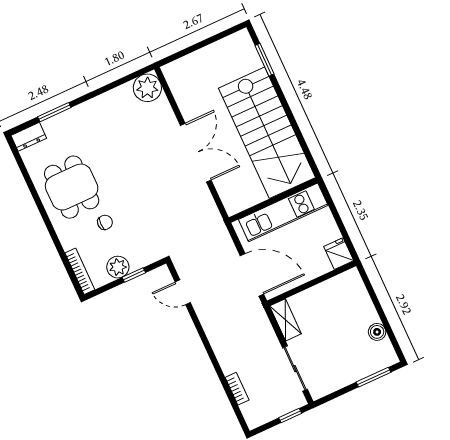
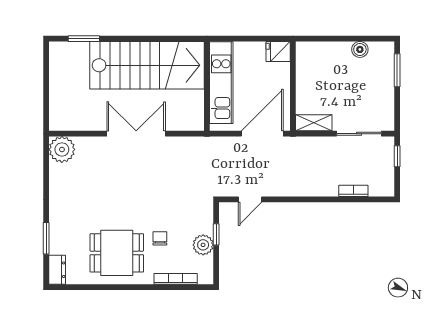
bookcase: (80, 271) -> (176, 279), moved

